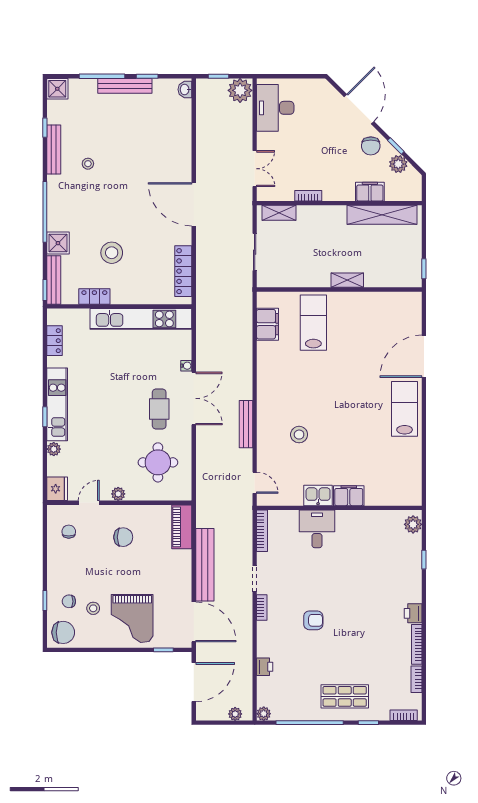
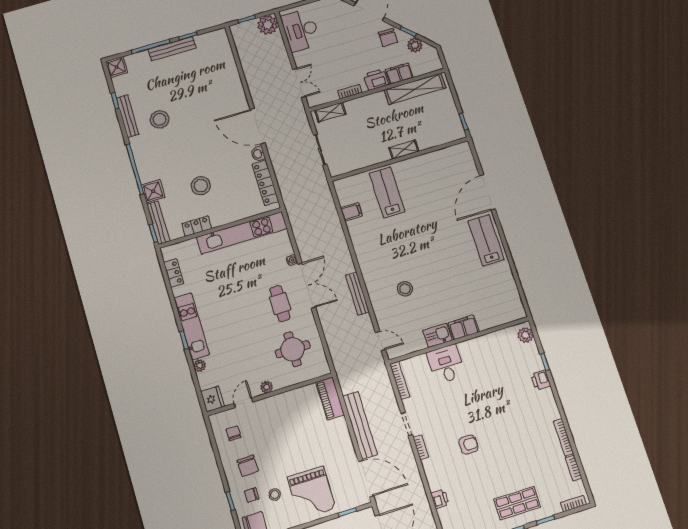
washbasin: (185, 89) -> (258, 154), moved
stool: (88, 164) -> (160, 119), width x1.89, depth x1.89
printer: (342, 191) -> (376, 80), added
filing cabinet: (268, 324) -> (351, 212), width x0.50
chair: (123, 537) -> (248, 466), moved, turned 88
printer: (413, 613) -> (541, 380), moved

